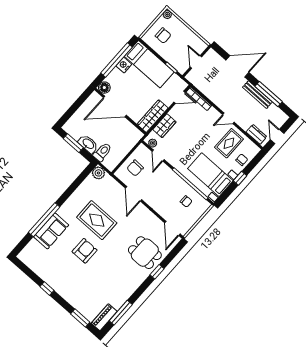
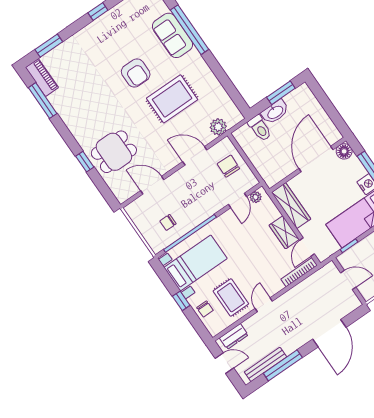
bench: (257, 95) -> (265, 364), moved
wardrobe: (164, 126) -> (284, 232), moved
door: (158, 155) -> (237, 200), swing flipped
plant: (98, 173) -> (218, 127), moved
door: (172, 228) -> (152, 185), moved

